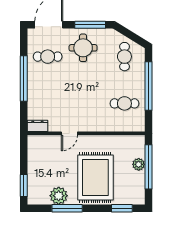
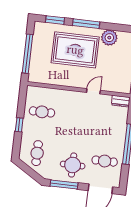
window: (148, 86) -> (19, 125), width x0.32
plant: (139, 164) -> (36, 57), removed
rug: (95, 177) -> (75, 50), turned 90
window: (67, 208) -> (86, 24), moved

